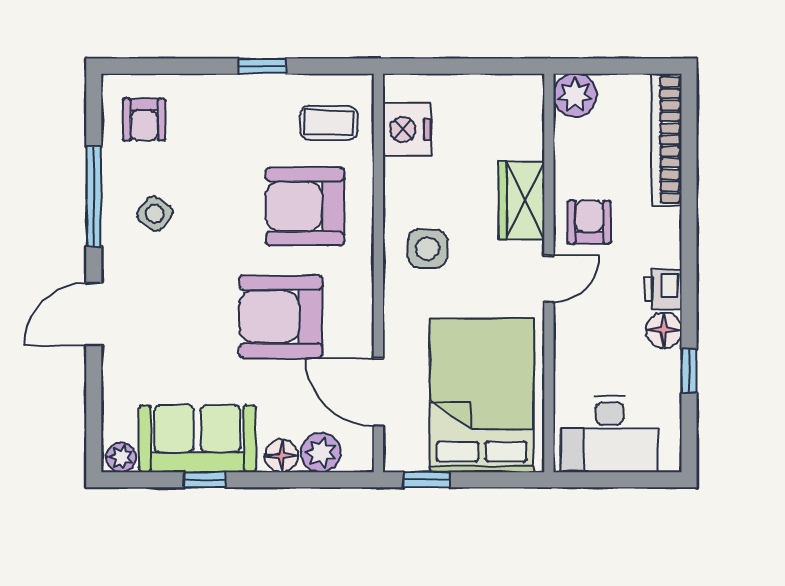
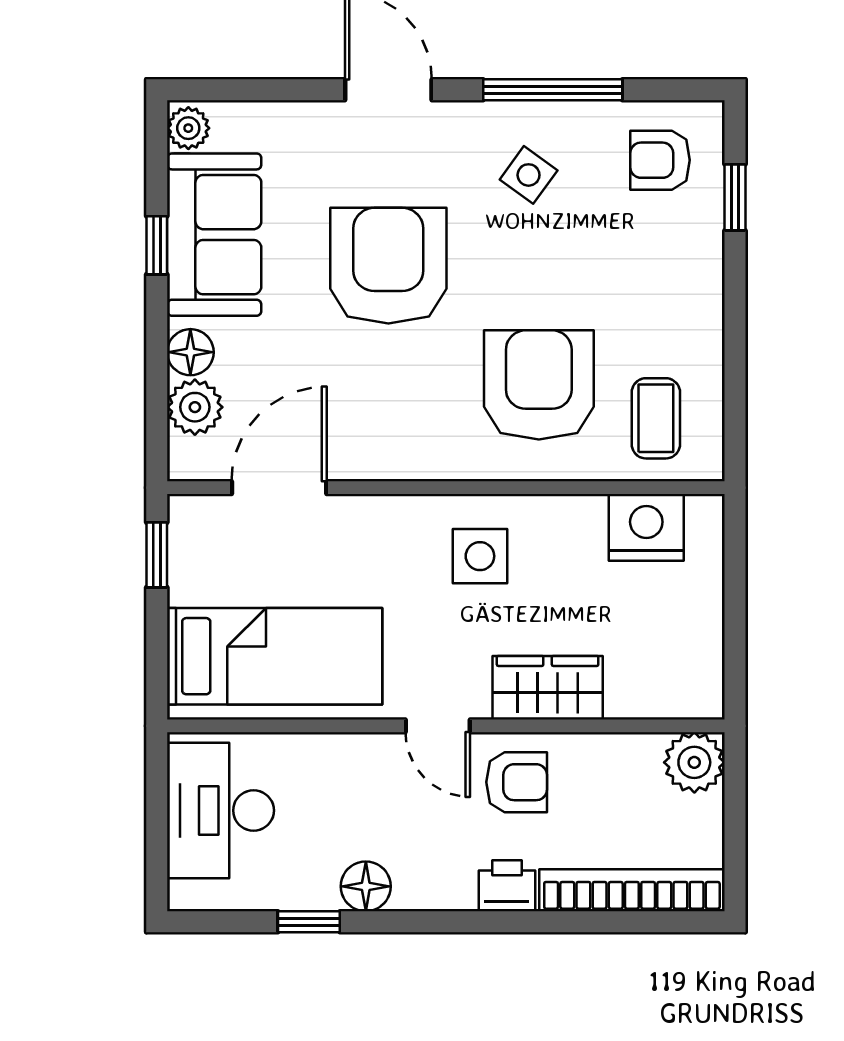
window: (262, 66) -> (735, 197), moved
printer: (663, 289) -> (507, 886), moved
armchair: (281, 317) -> (388, 266), moved
bed: (482, 395) -> (275, 656), width x0.67

